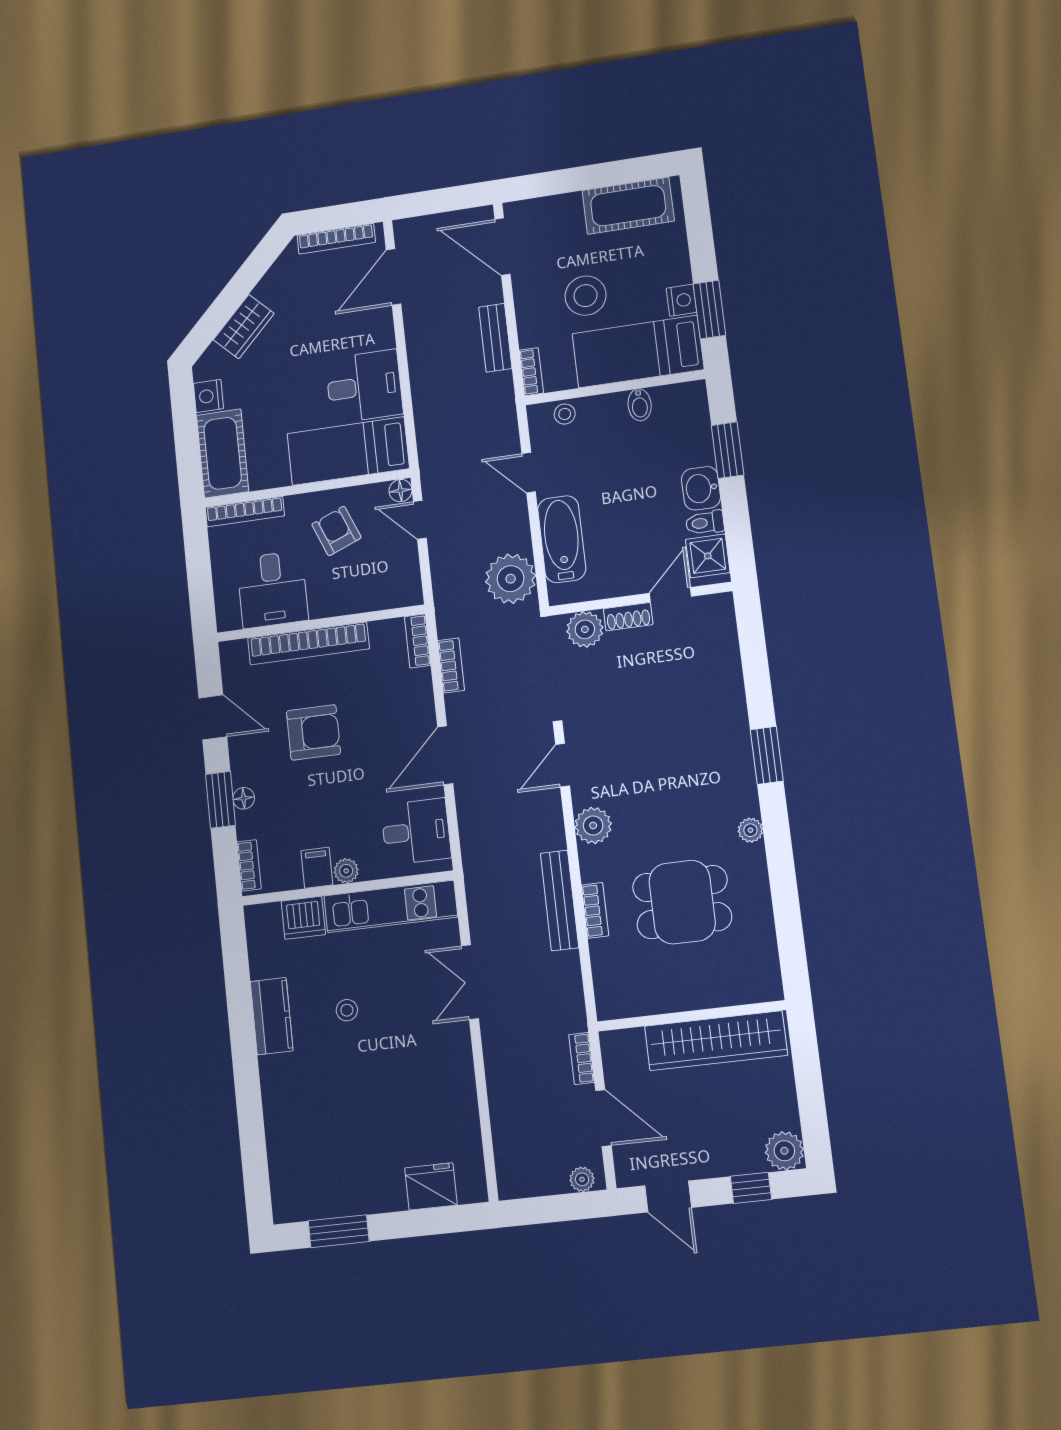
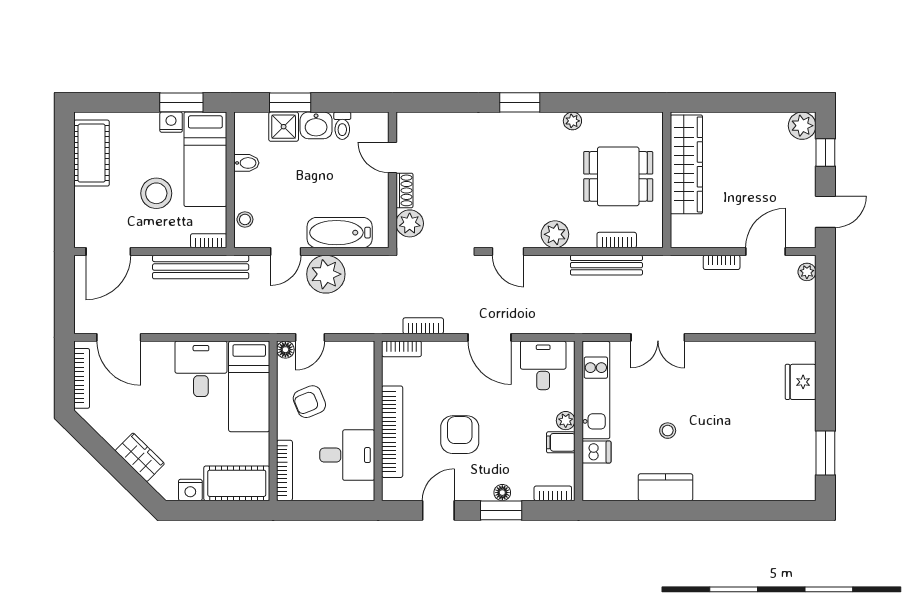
bench: (495, 338) -> (201, 267), width x1.86, depth x1.21
shower: (708, 556) -> (284, 127), moved
plant: (511, 579) -> (326, 274), moved
dining table: (682, 902) -> (618, 176), turned 90
dishwasher: (303, 918) -> (596, 452), width x0.73
wall: (691, 1016) -> (667, 180), moved
wardrobe: (716, 1041) -> (686, 164), moved

